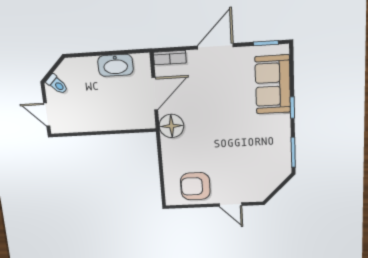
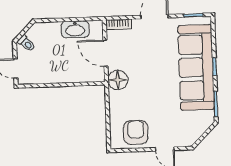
sofa: (273, 84) -> (196, 67), width x1.85, depth x1.27
door: (155, 94) -> (105, 53), swing flipped
armchair: (195, 186) -> (136, 132), turned 90

